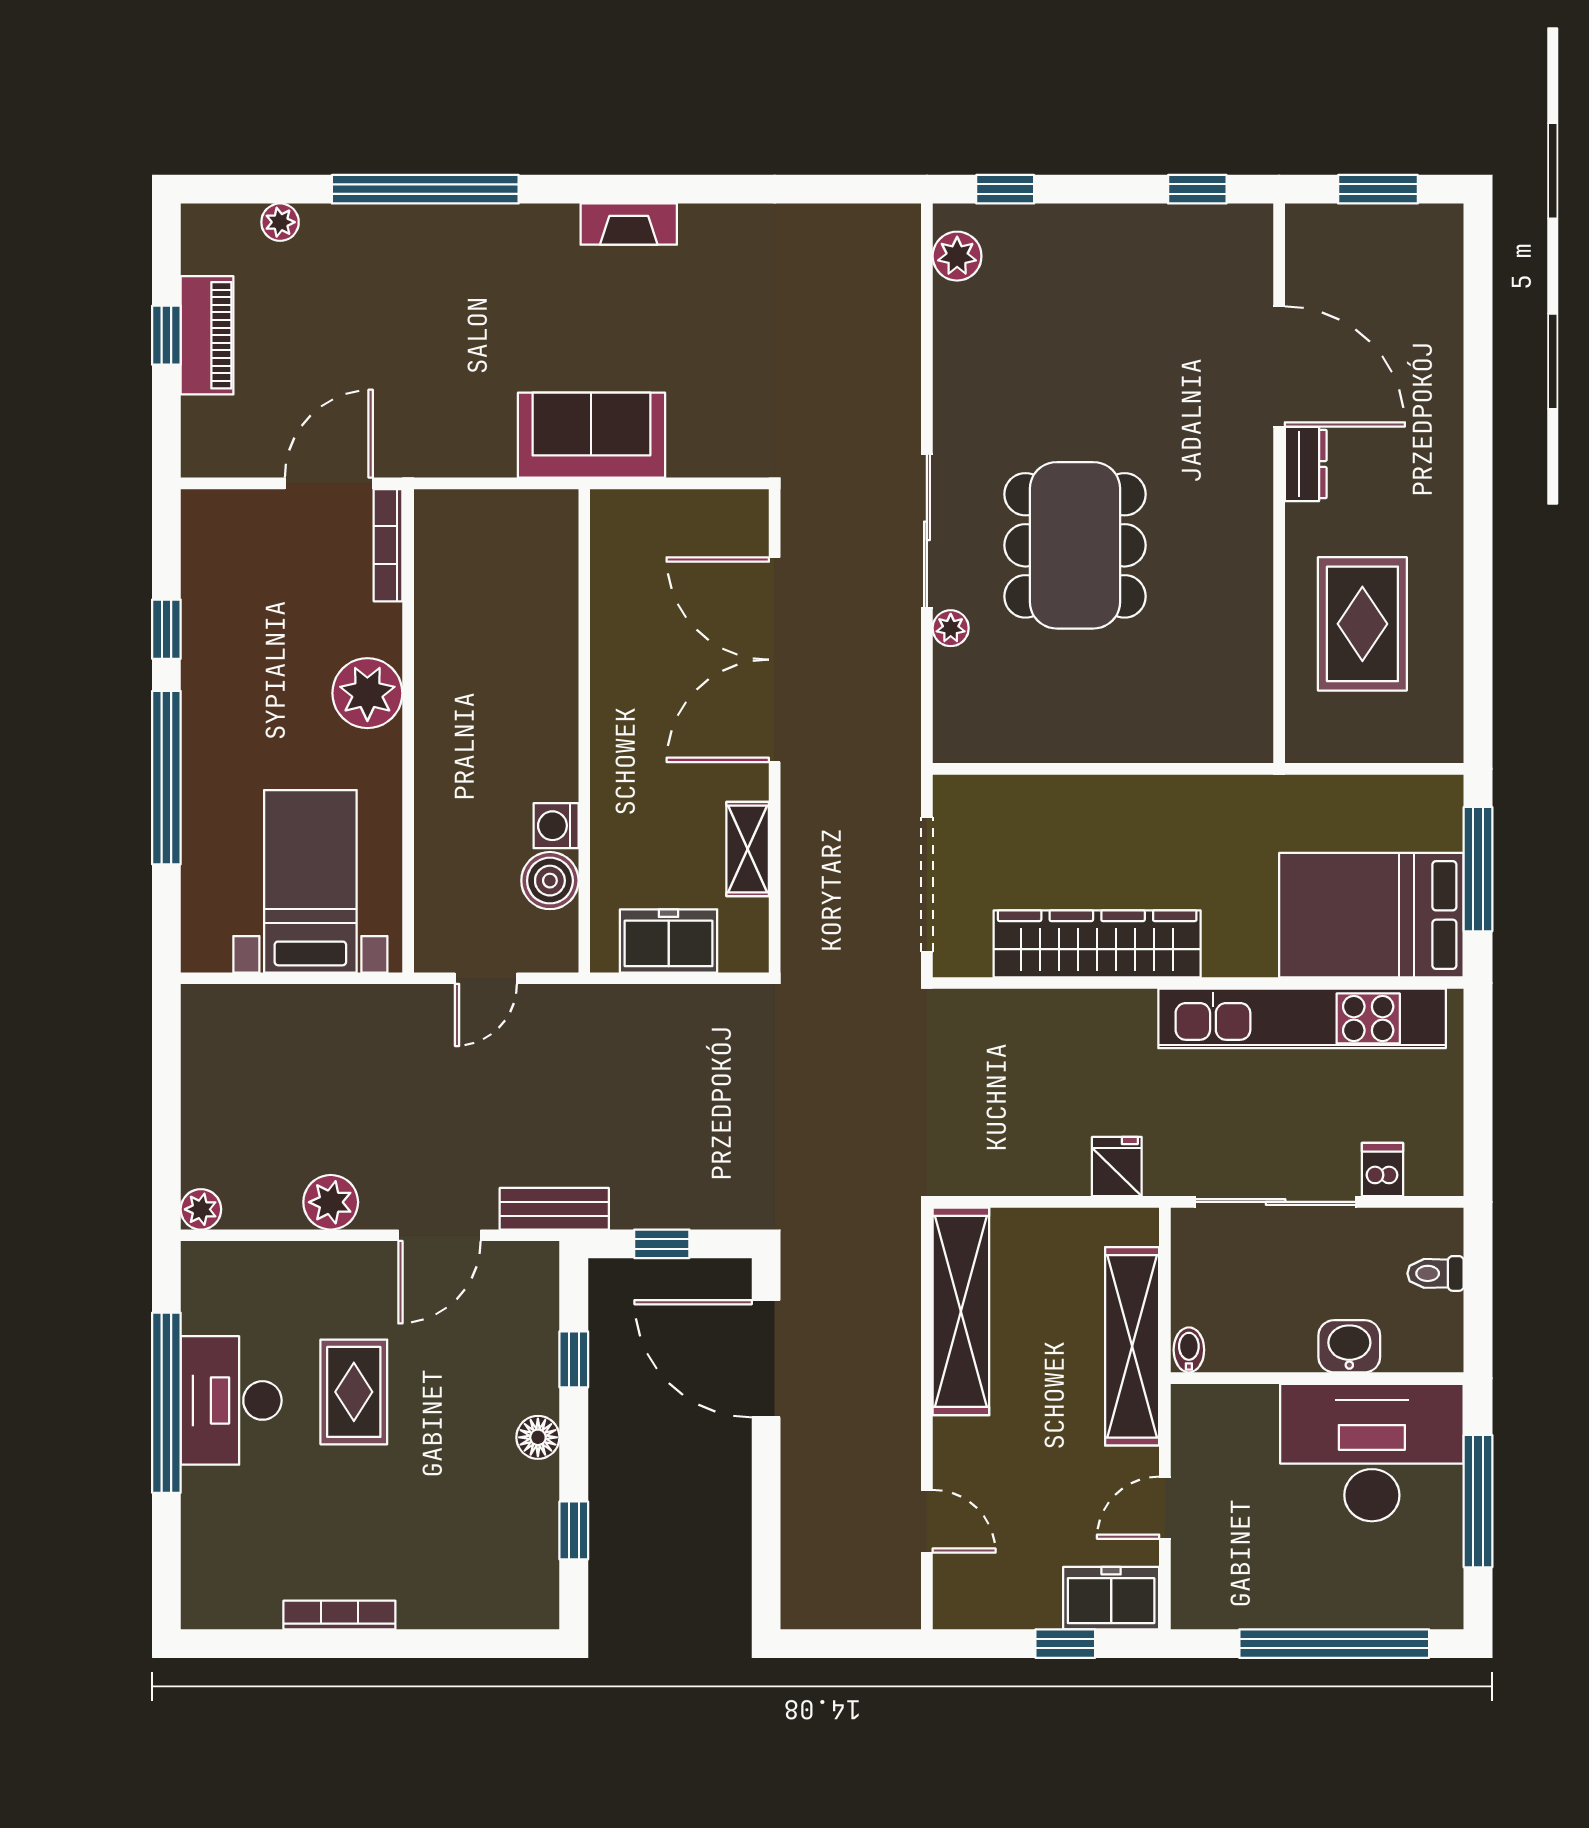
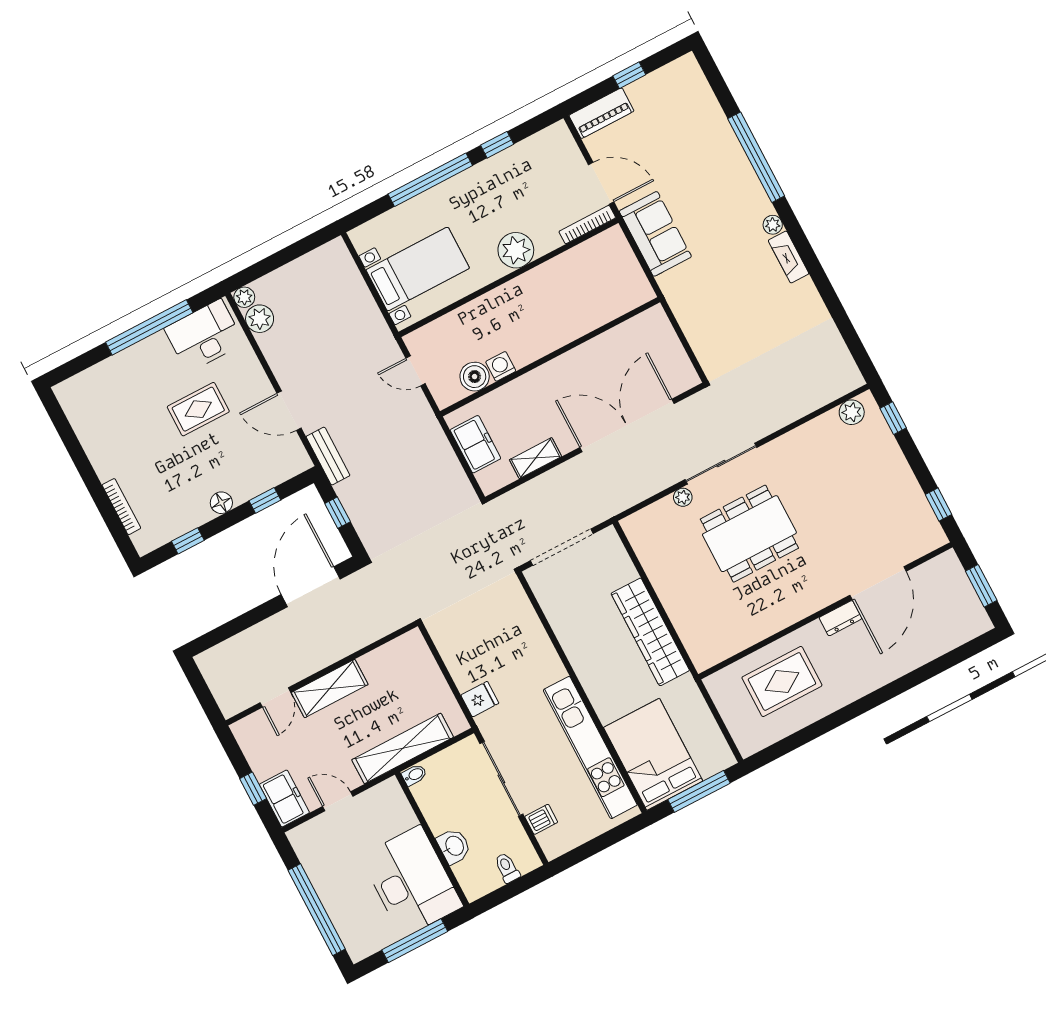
plant: (280, 222) -> (773, 225), moved
piano: (207, 335) -> (601, 113), moved
sofa: (591, 435) -> (655, 234), moved
wardrobe: (1097, 944) -> (650, 632), moved, turned 180
plant: (331, 1202) -> (260, 319), moved
shelving: (961, 1311) -> (330, 689), moved, width x0.68
desk: (231, 1400) -> (204, 336), moved
bookcase: (339, 1615) -> (121, 507), moved

